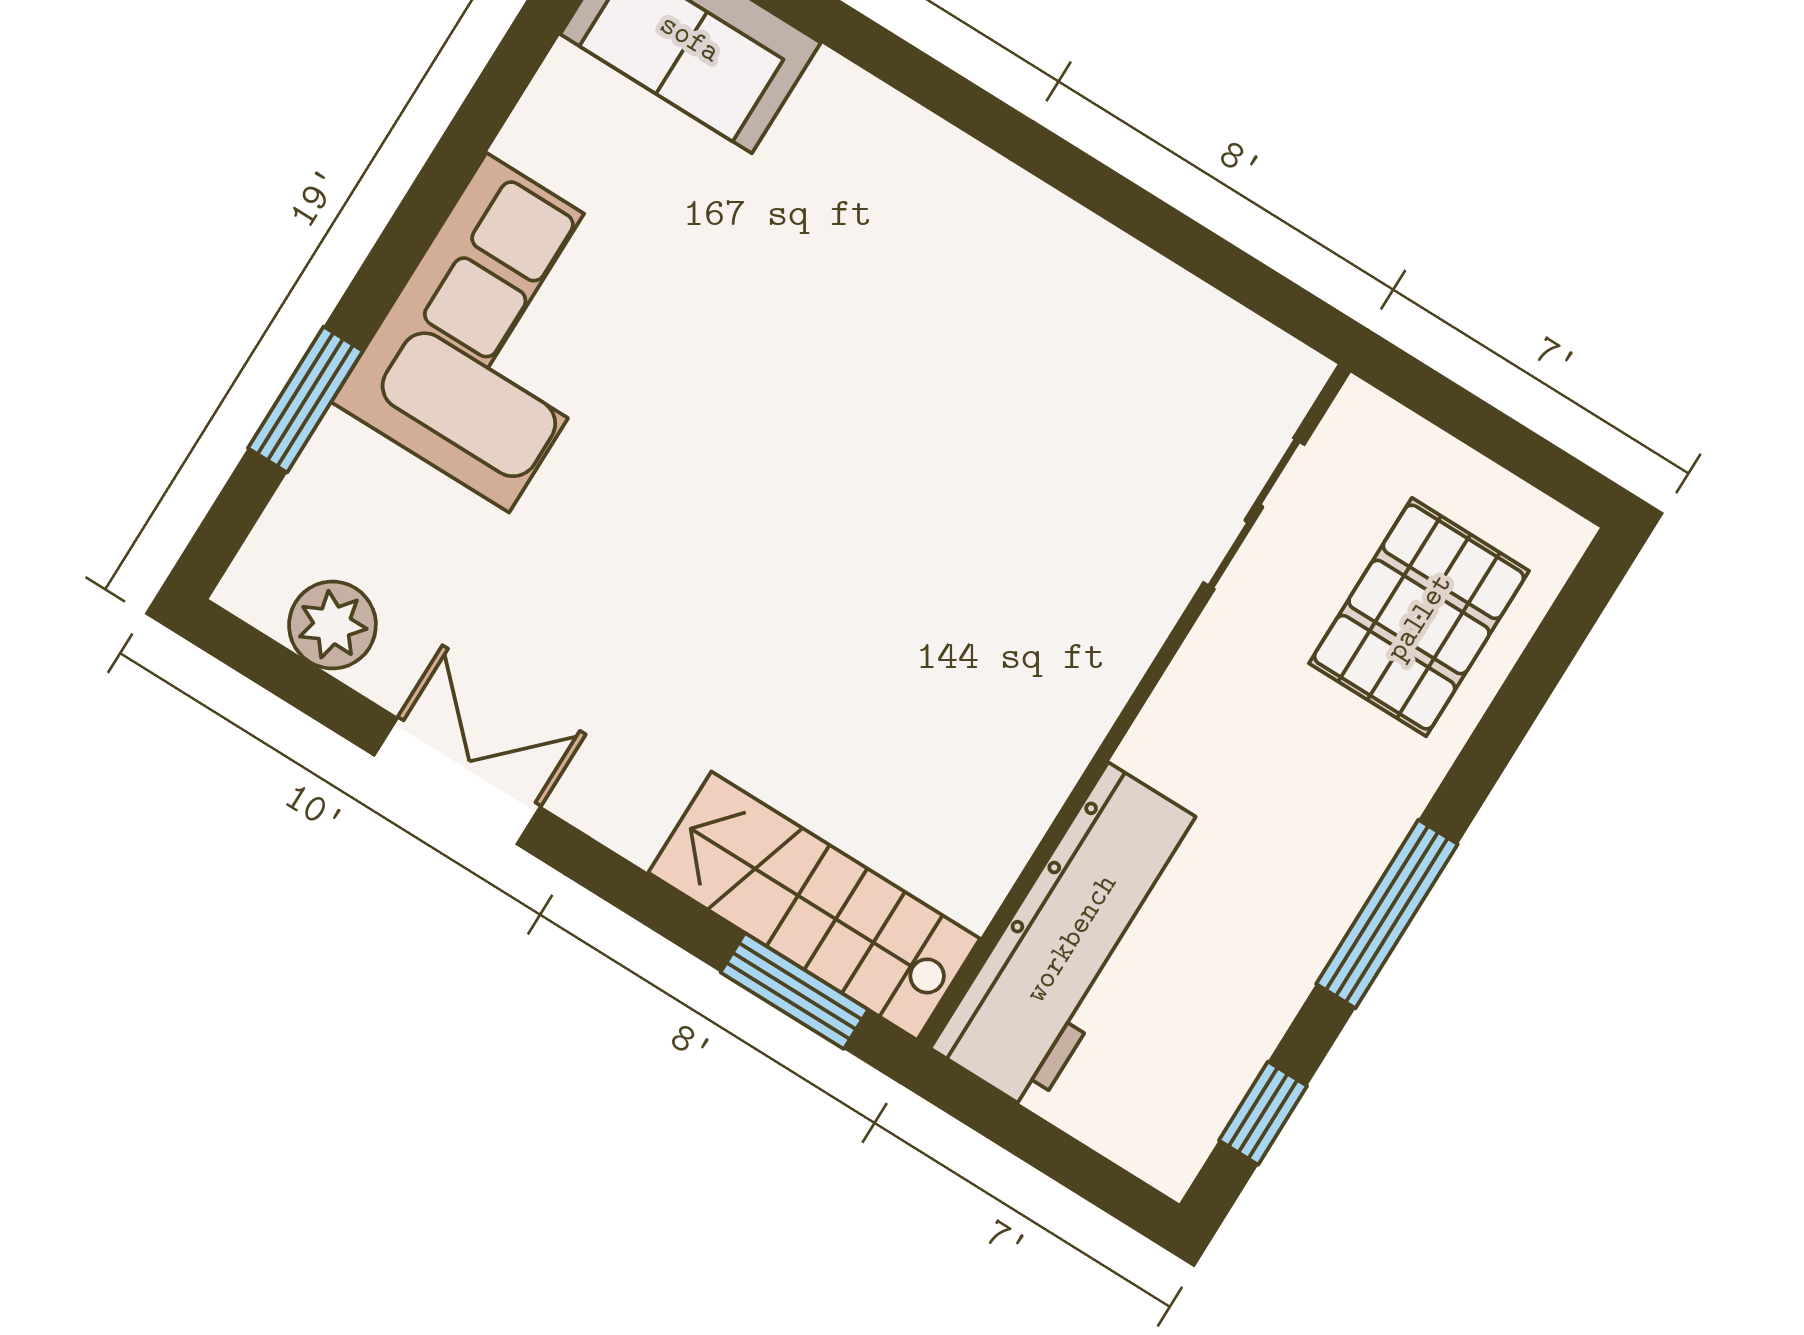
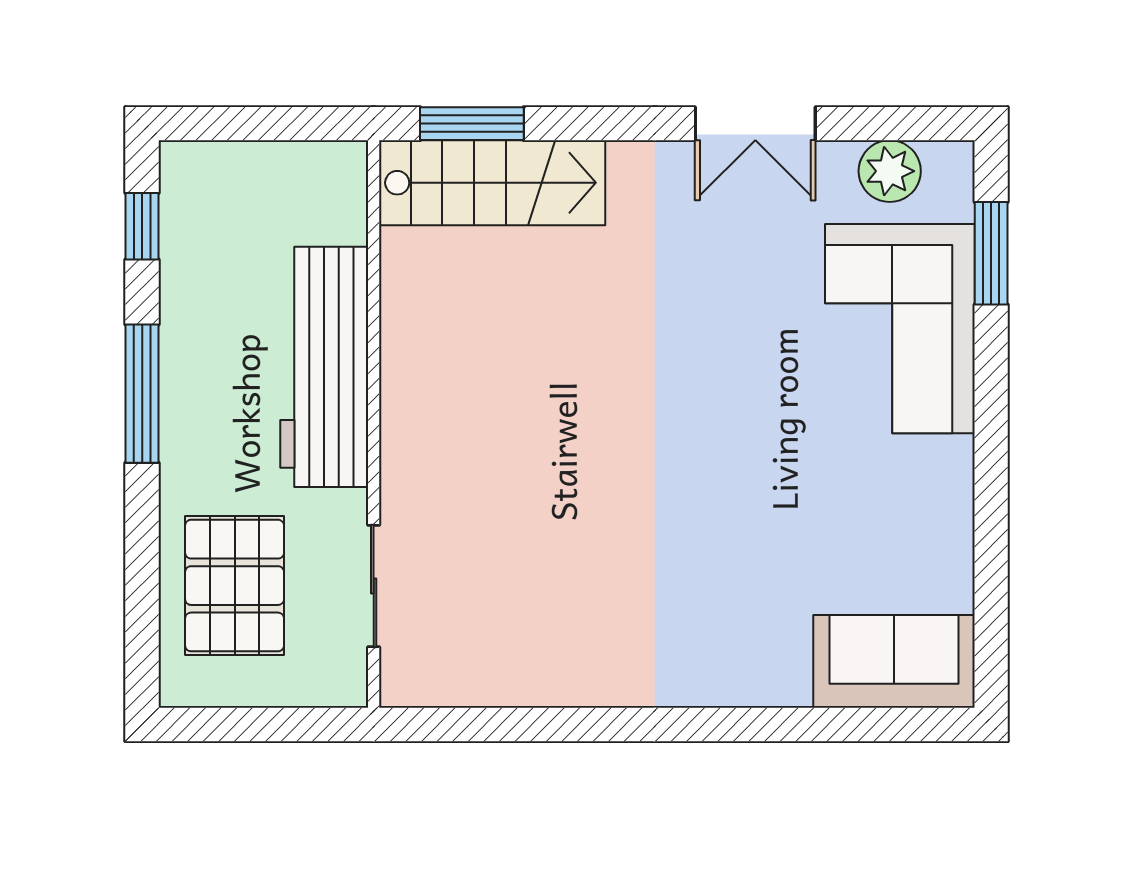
corner sofa: (498, 333) -> (900, 329), moved
window: (305, 400) -> (991, 253), moved
workbench: (1071, 938) -> (324, 367), moved

